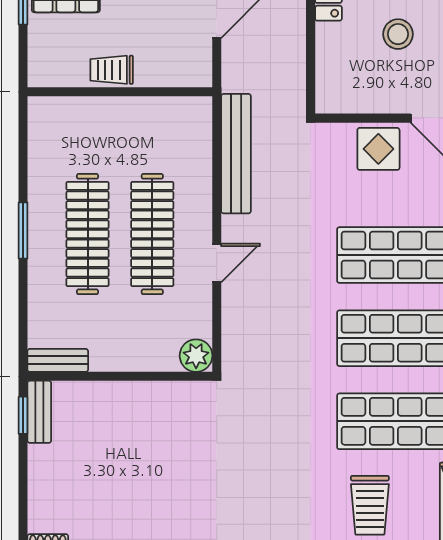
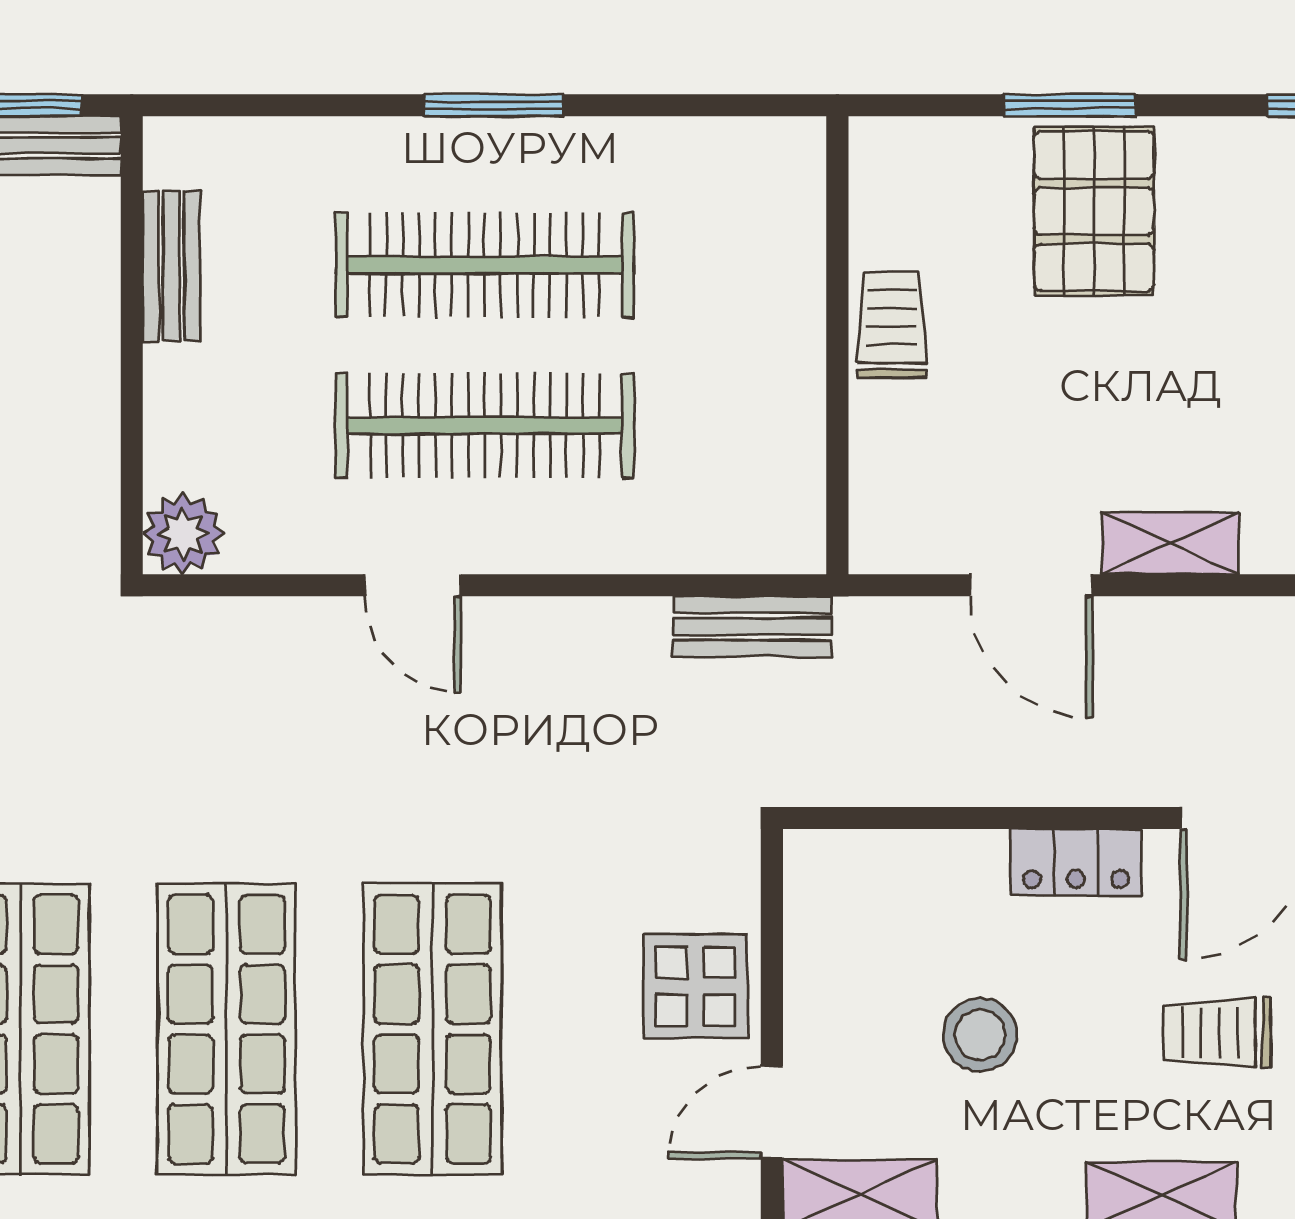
bench: (236, 154) -> (752, 627), width x0.54, depth x0.82
bench: (58, 360) -> (171, 266), moved

